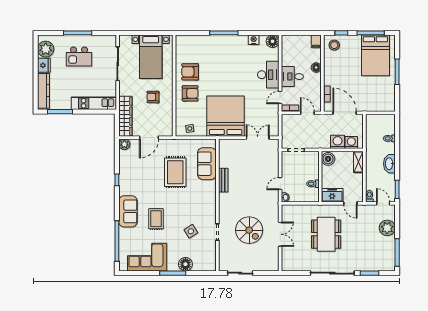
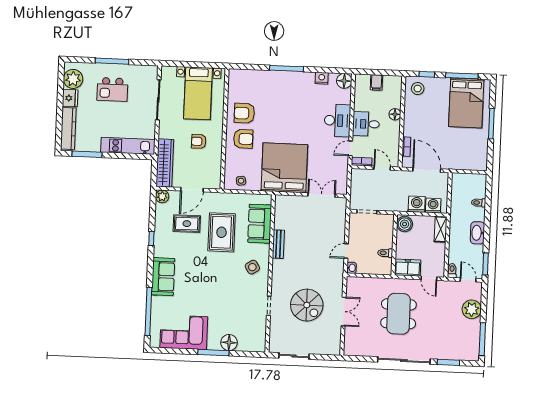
filing cabinet: (316, 41) -> (376, 82), moved
rug: (156, 219) -> (187, 224), moved, turned 90
side table: (191, 231) -> (252, 267), moved

